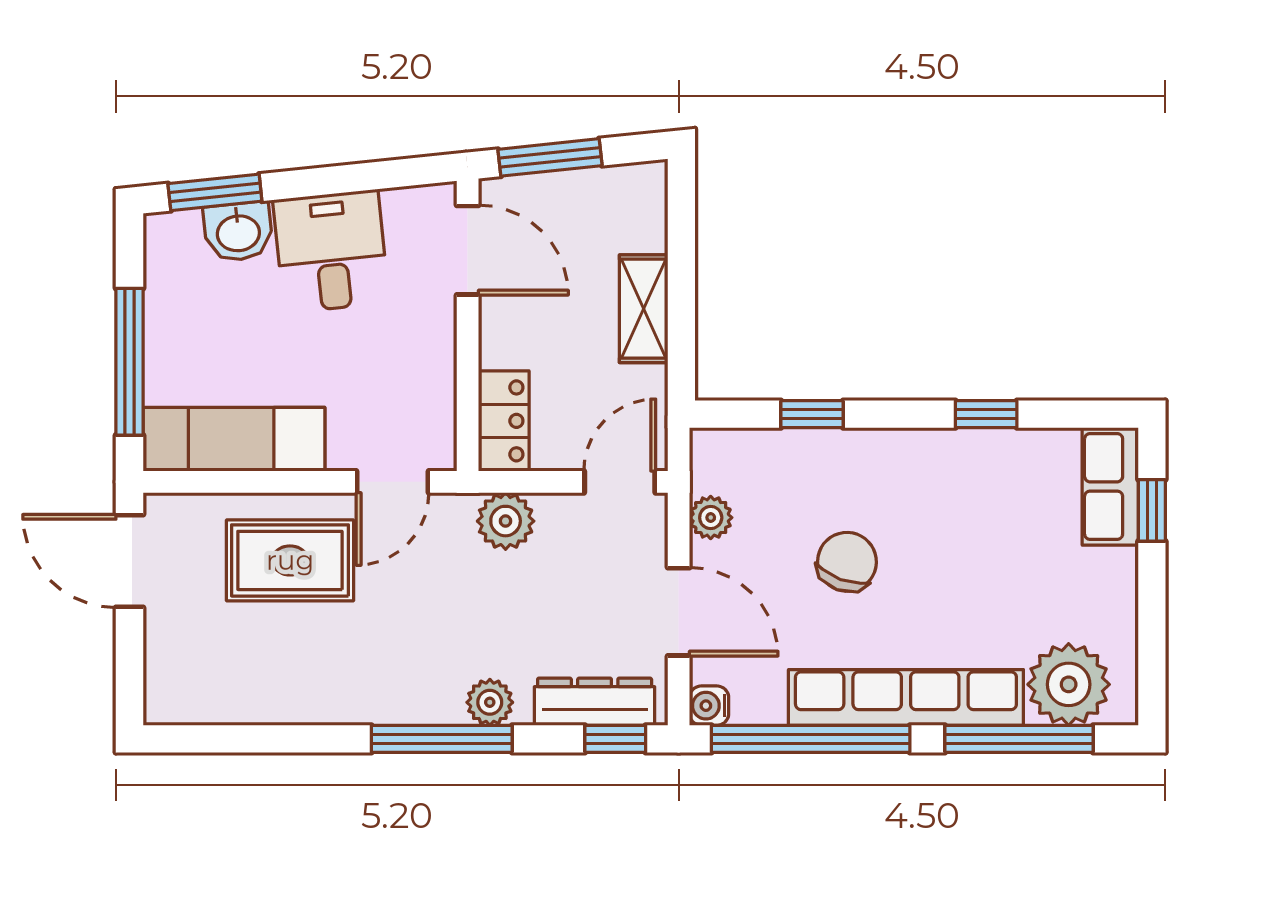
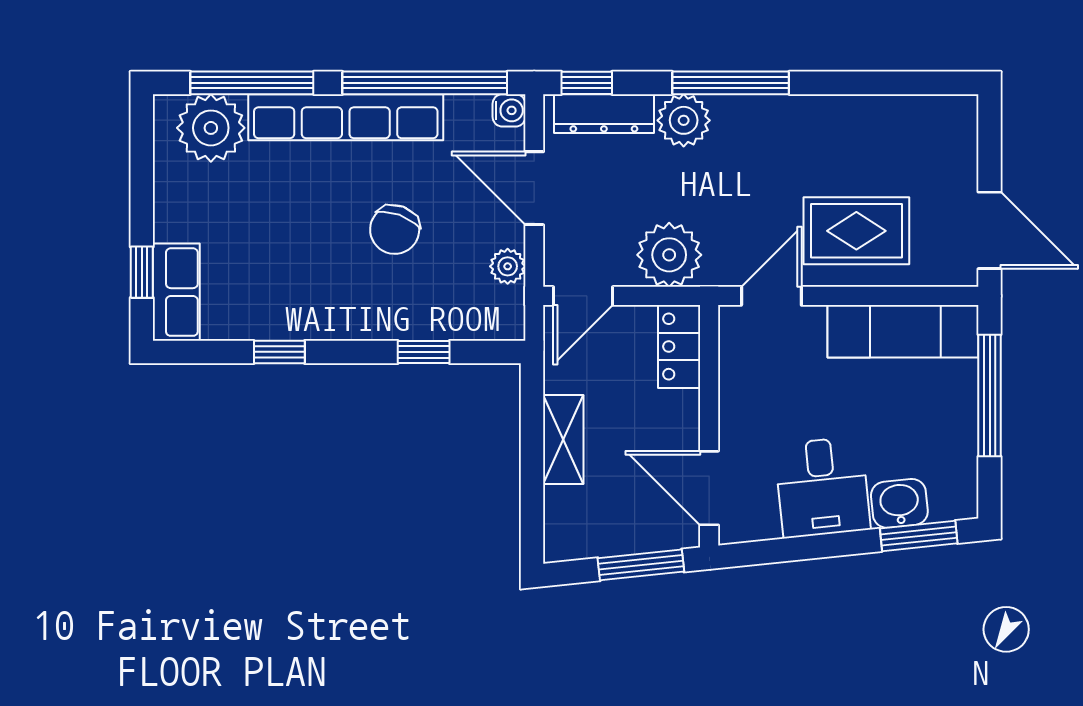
plant: (506, 521) -> (669, 255), width x1.36, depth x1.36
plant: (490, 702) -> (684, 120), width x1.38, depth x1.38

